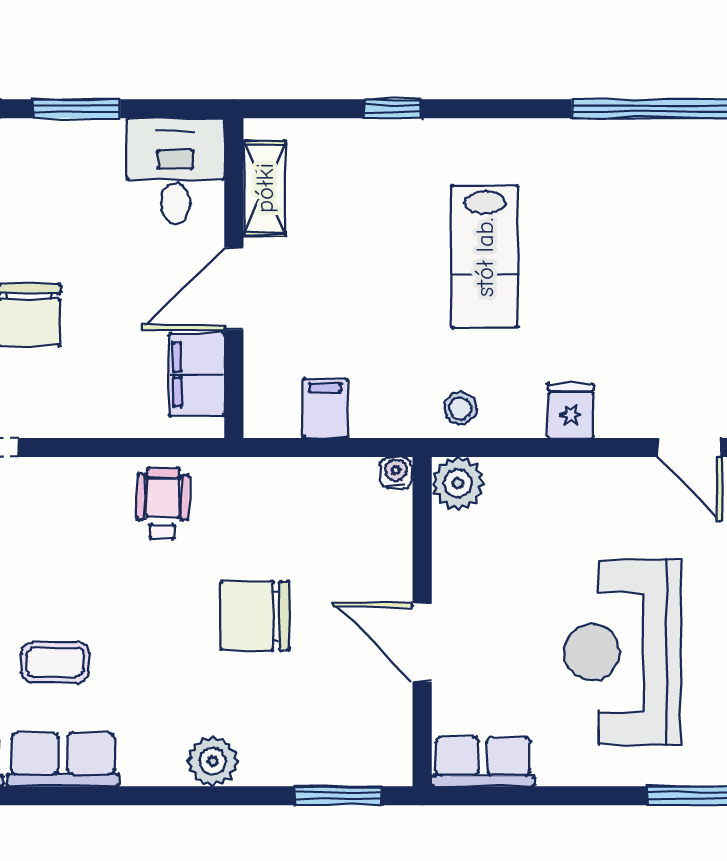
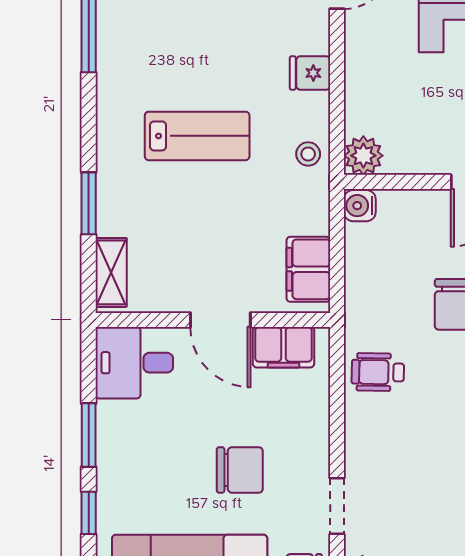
window: (393, 109) -> (89, 203), width x1.50
shelving: (265, 188) -> (111, 272), moved, turned 90
filing cabinet: (325, 408) -> (308, 269), width x2.00
water cooler: (396, 473) -> (360, 206), width x1.38, depth x1.38

